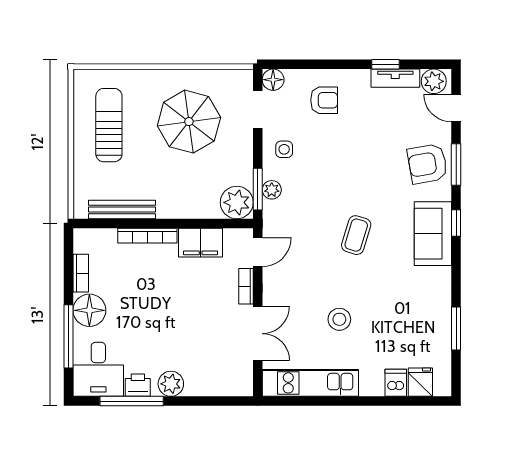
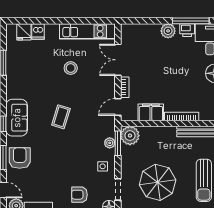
armchair: (427, 164) -> (20, 158), turned -80

